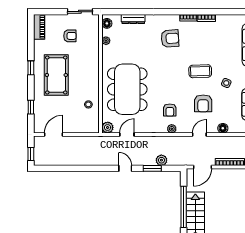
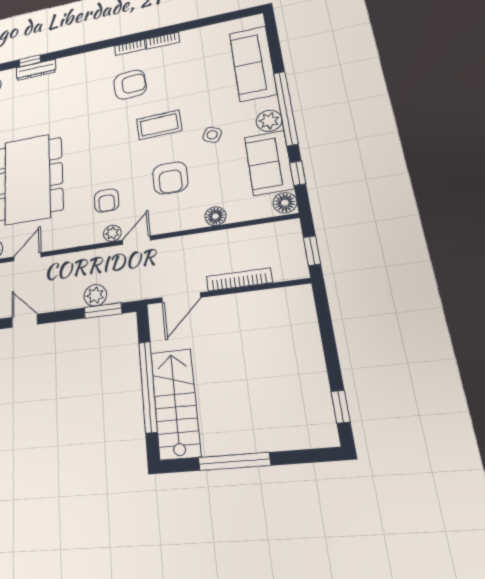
window: (130, 12) -> (30, 61), added
armchair: (170, 38) -> (130, 85), moved
door: (199, 135) -> (136, 240), moved
window: (152, 168) -> (103, 311), moved

